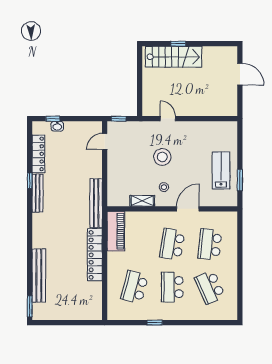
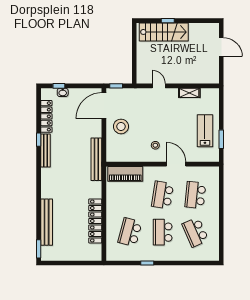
door: (105, 142) -> (104, 106), width x1.87
stool: (162, 157) -> (121, 126), moved
shelving: (142, 201) -> (189, 93), moved
door: (188, 209) -> (176, 164), hinge flipped
piano: (116, 231) -> (125, 174), moved, turned 90
locker: (95, 255) -> (95, 221), moved

